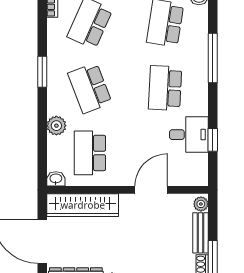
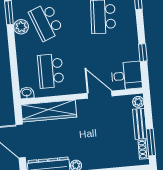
plant: (56, 126) -> (21, 27), moved
desk: (189, 135) -> (127, 76), moved
door: (151, 190) -> (100, 95), hinge flipped

